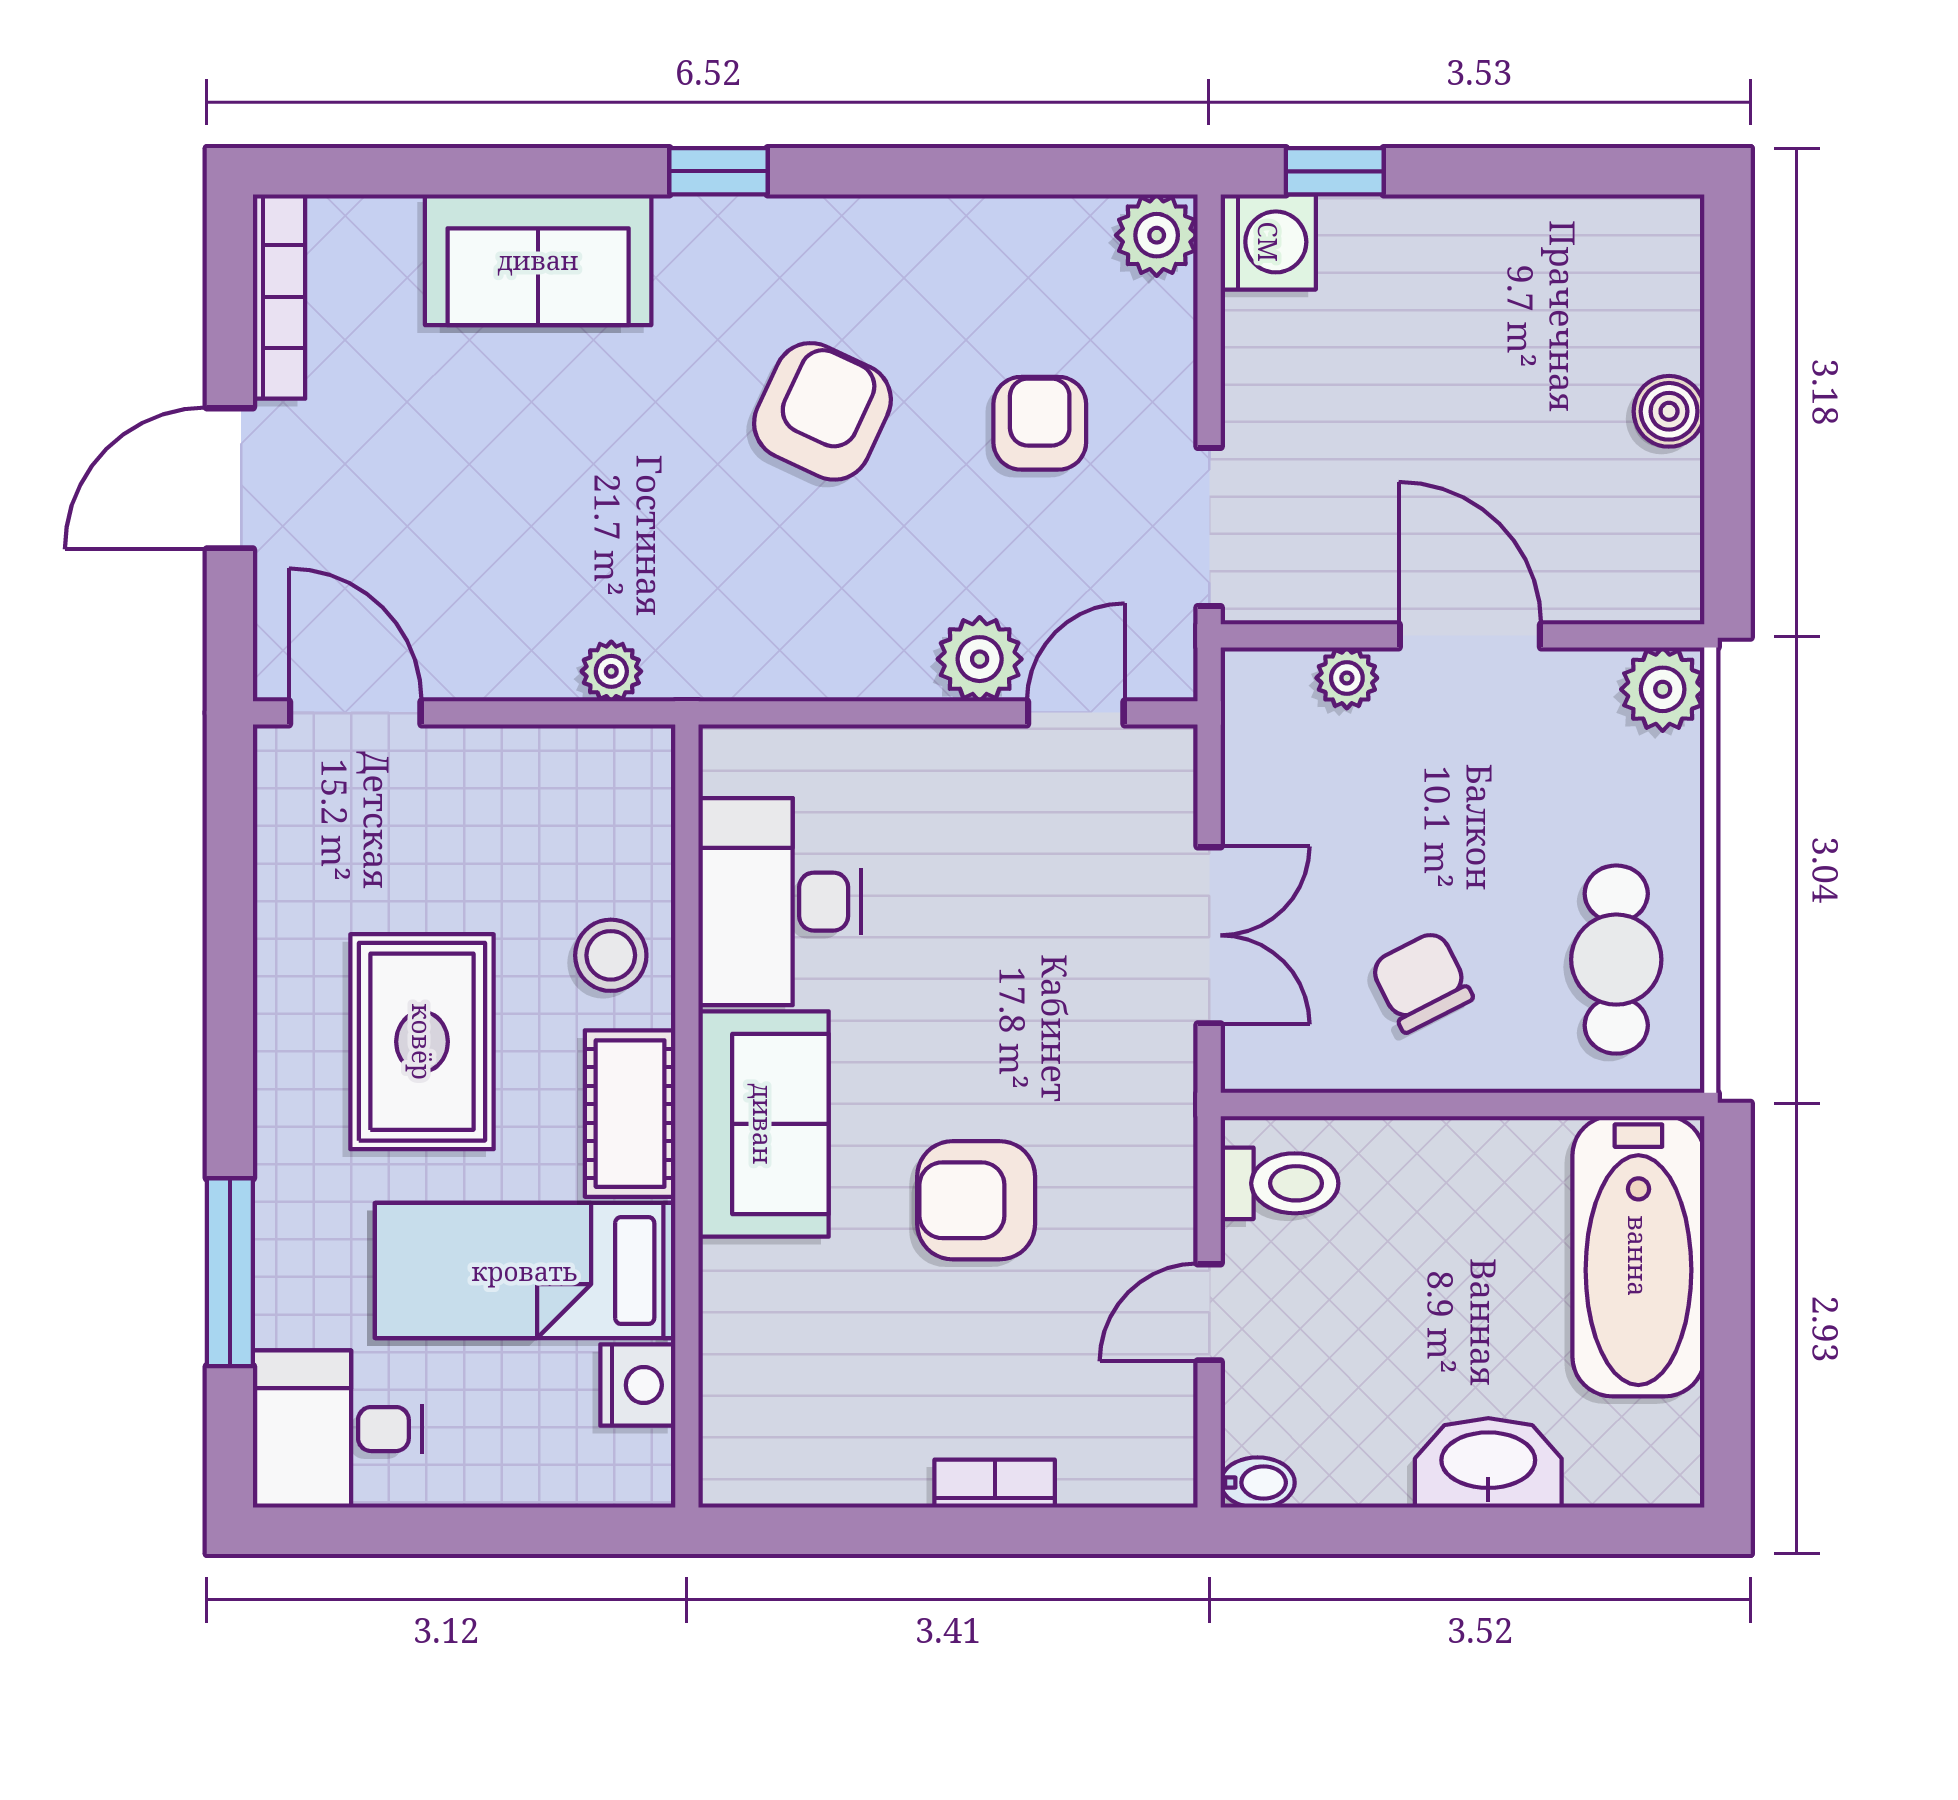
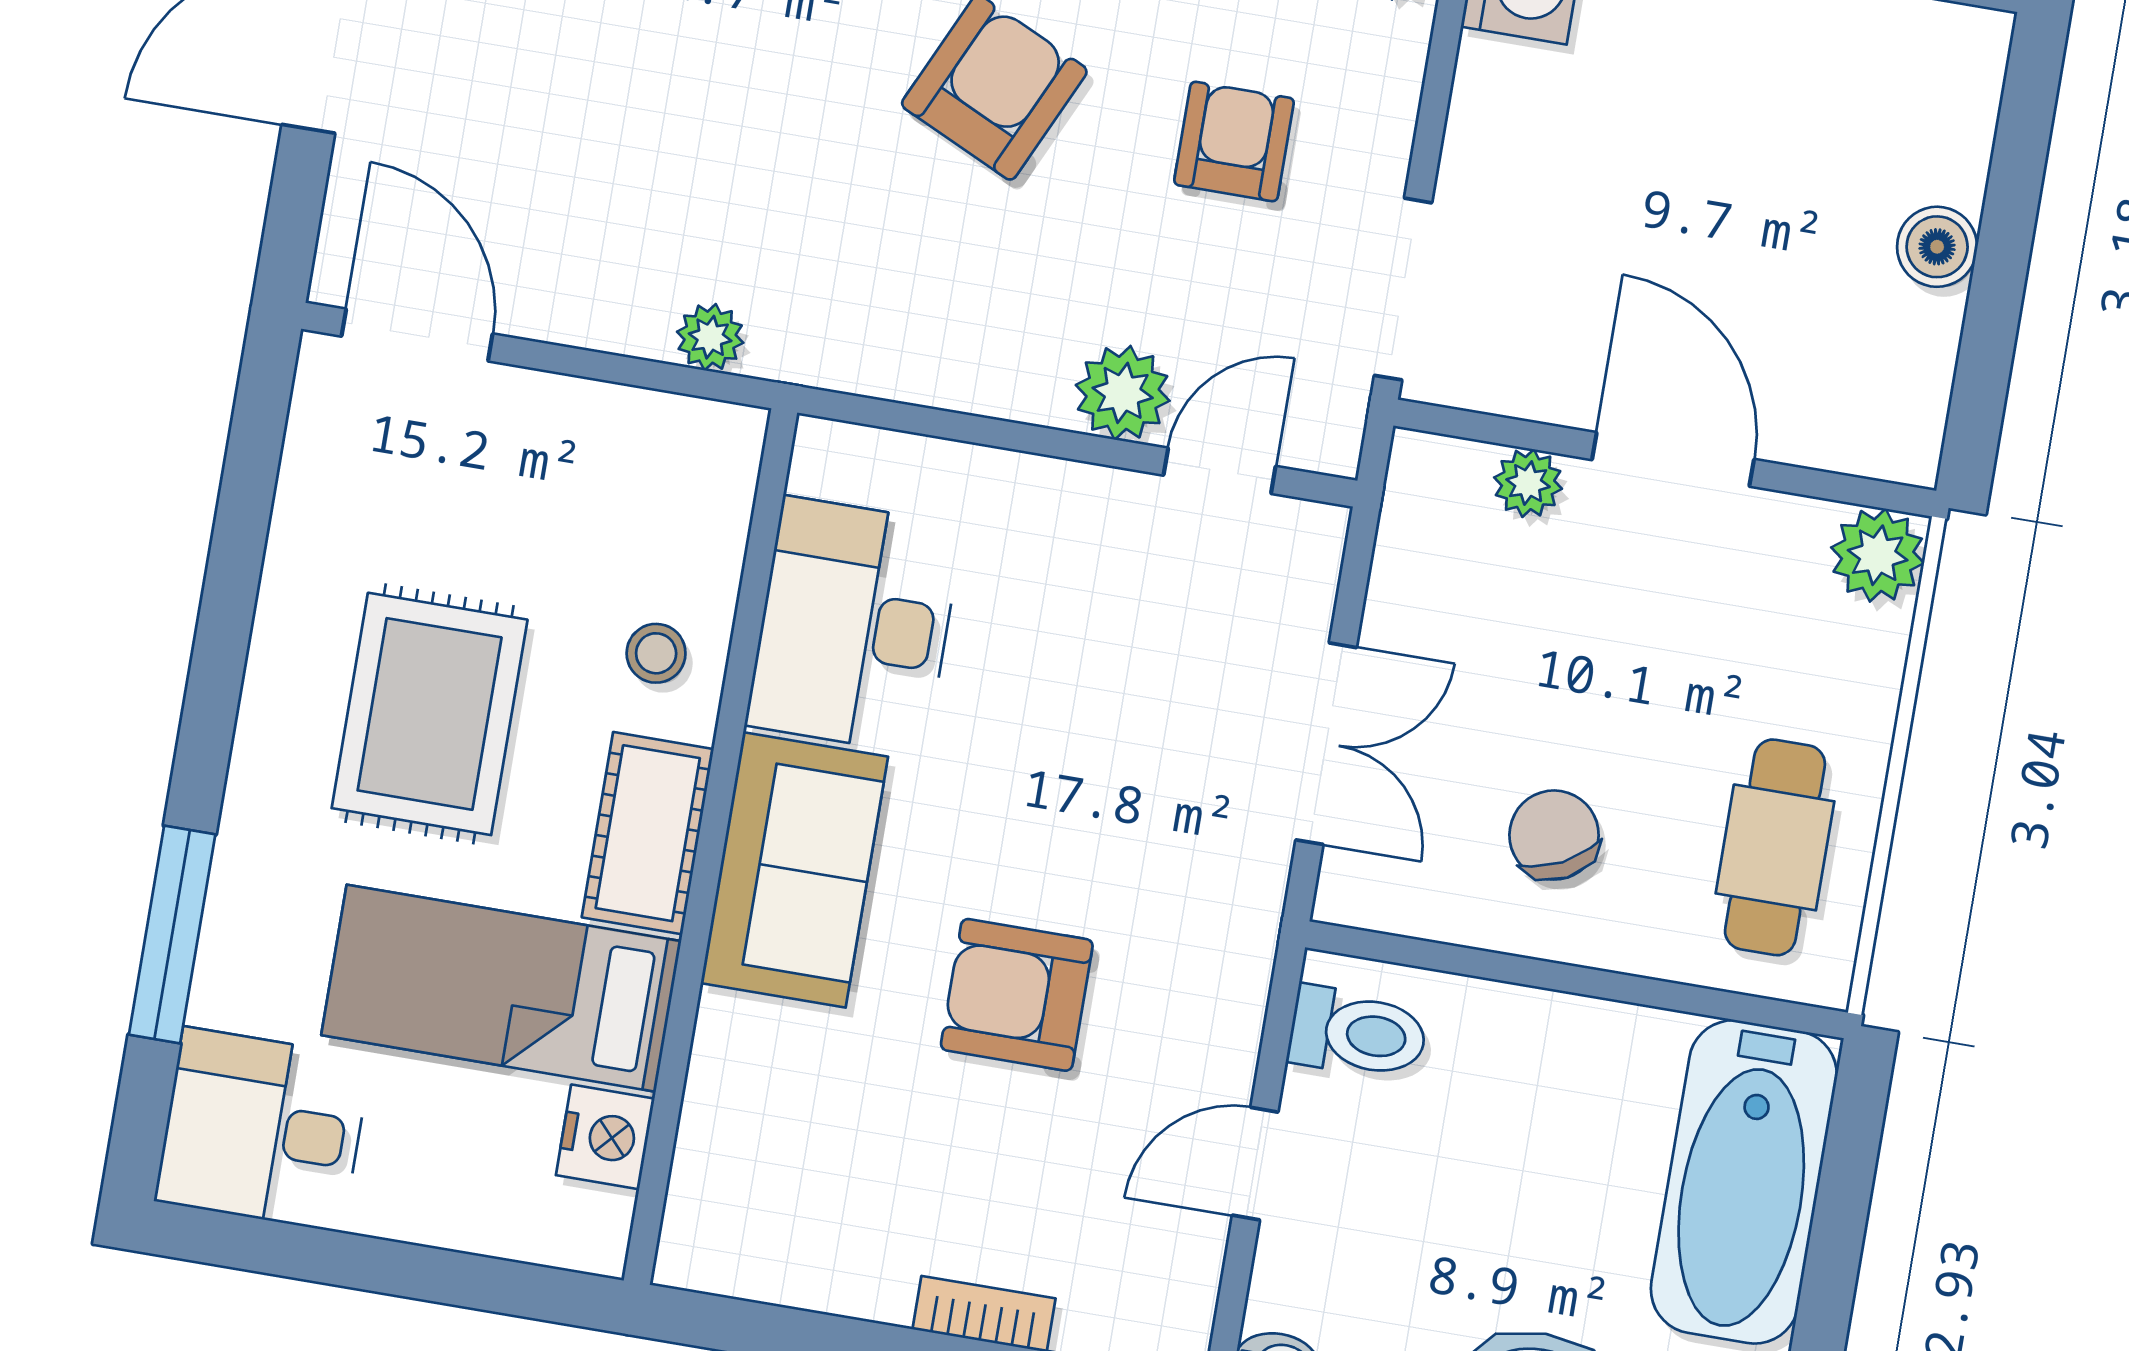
stool: (611, 955) -> (656, 653), width x0.73, depth x0.73

